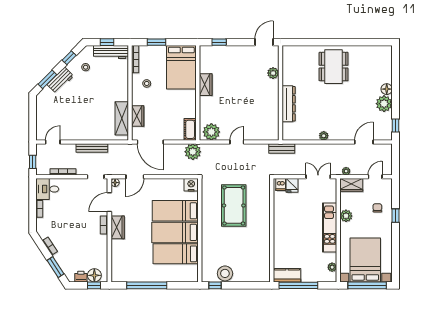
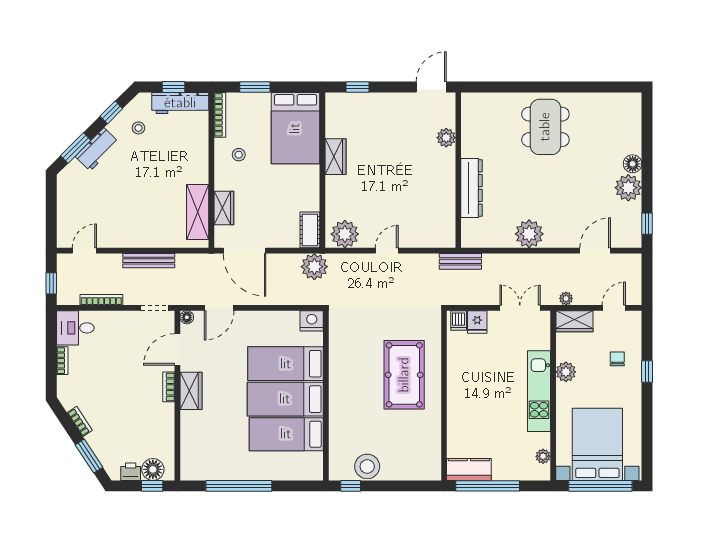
plant: (324, 136) -> (529, 234), width x1.88, depth x1.88
pool table: (234, 205) -> (404, 375), moved

